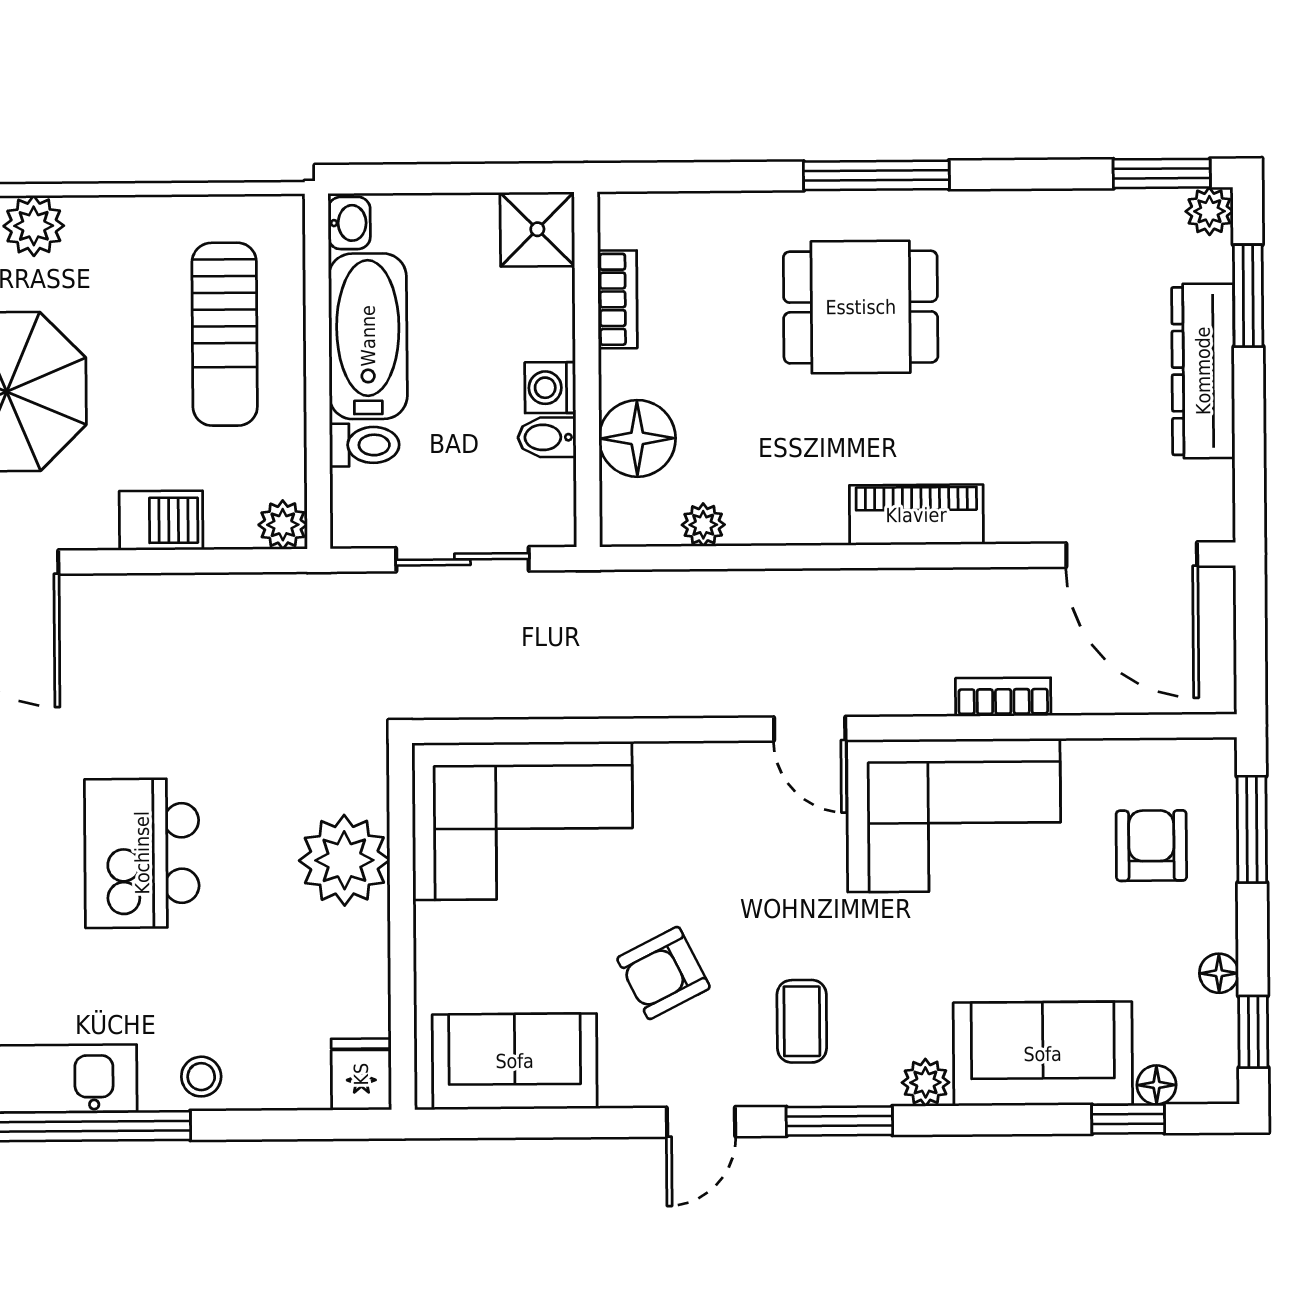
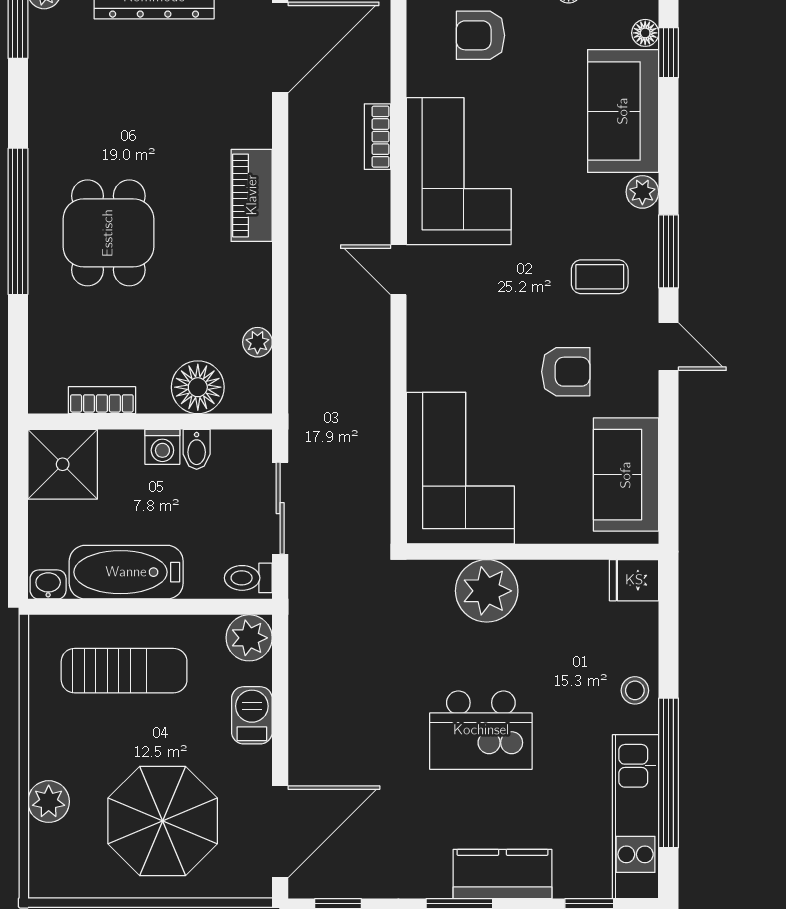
window: (876, 175) -> (18, 221), width x1.46
shower: (537, 229) -> (63, 464), width x1.36, depth x1.36
toilet: (364, 445) -> (248, 578), moved, turned -90
plant: (283, 525) -> (249, 638), width x1.38, depth x1.38
door: (810, 729) -> (398, 270), swing flipped
armchair: (664, 973) -> (566, 372), turned -63

